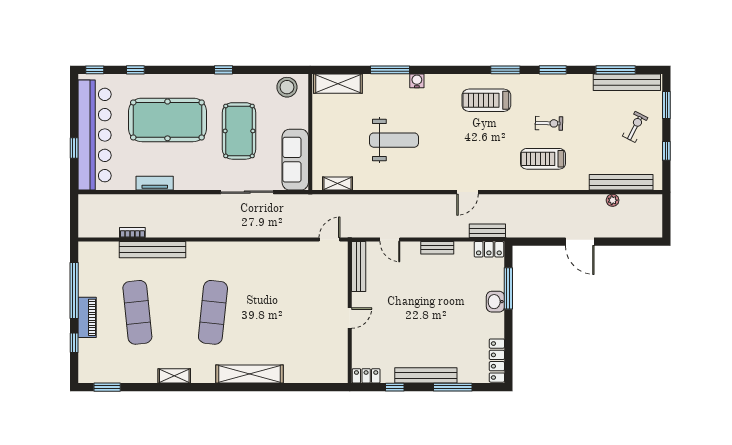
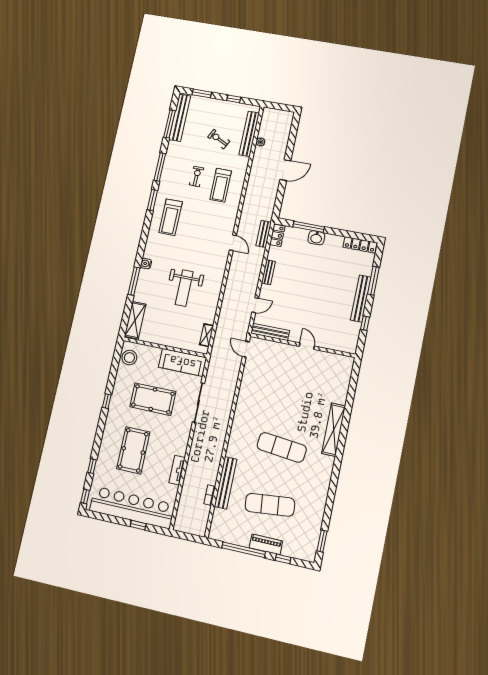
window: (553, 70) -> (160, 167), width x1.44
pool table: (167, 120) -> (133, 450), width x0.73, depth x0.76
exercise bike: (635, 127) -> (219, 139), moved
weight bench: (394, 140) -> (184, 288), turned 180
shelving: (174, 376) -> (324, 487), removed
locker: (366, 376) -> (352, 343), removed

